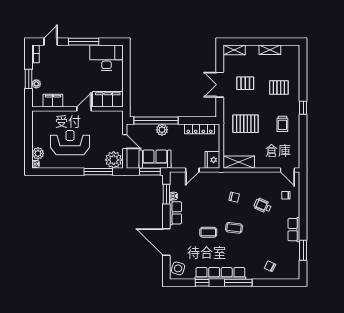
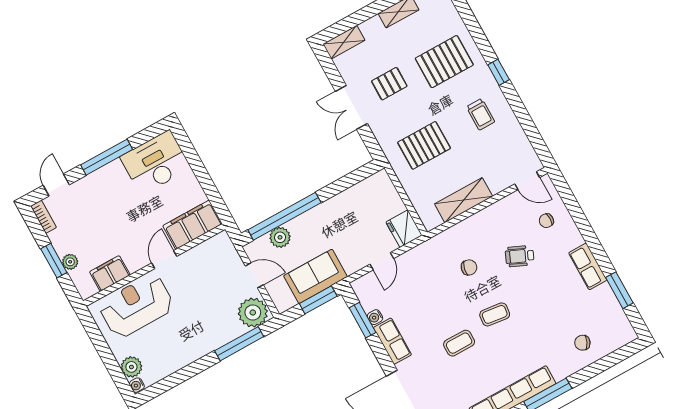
pallet: (279, 87) -> (444, 62), width x1.50, depth x1.42
locker: (200, 129) -> (358, 192), removed
plant: (162, 130) -> (280, 237), moved
reception desk: (70, 143) -> (136, 306), moved
shelving: (239, 162) -> (464, 200), moved

